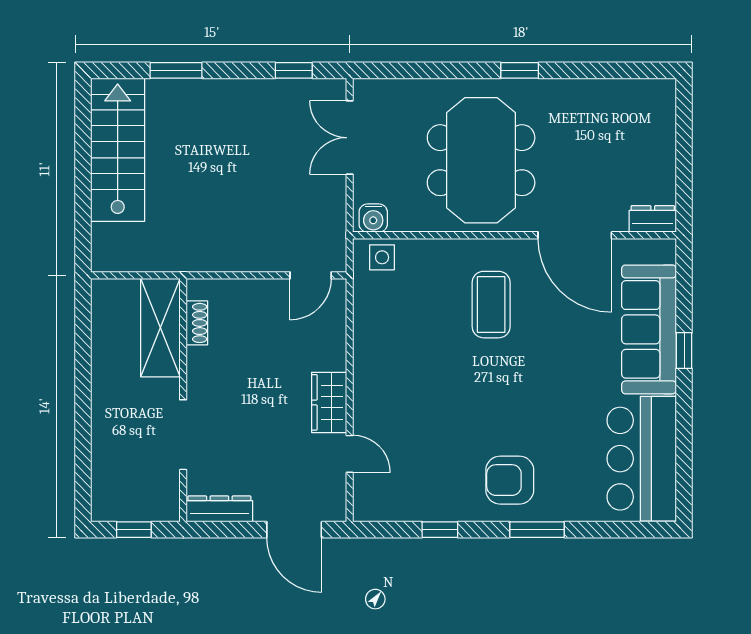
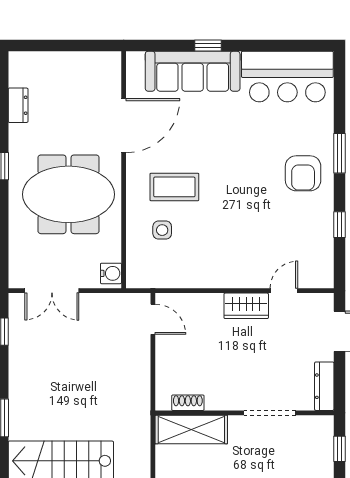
dresser: (653, 219) -> (18, 105), moved, turned 180
side table: (382, 257) -> (162, 230), moved

